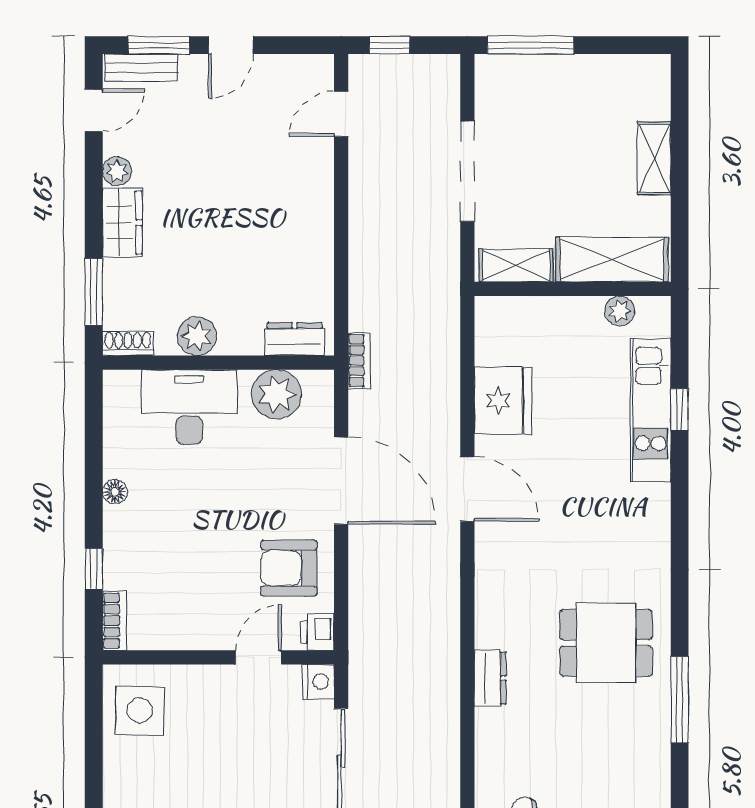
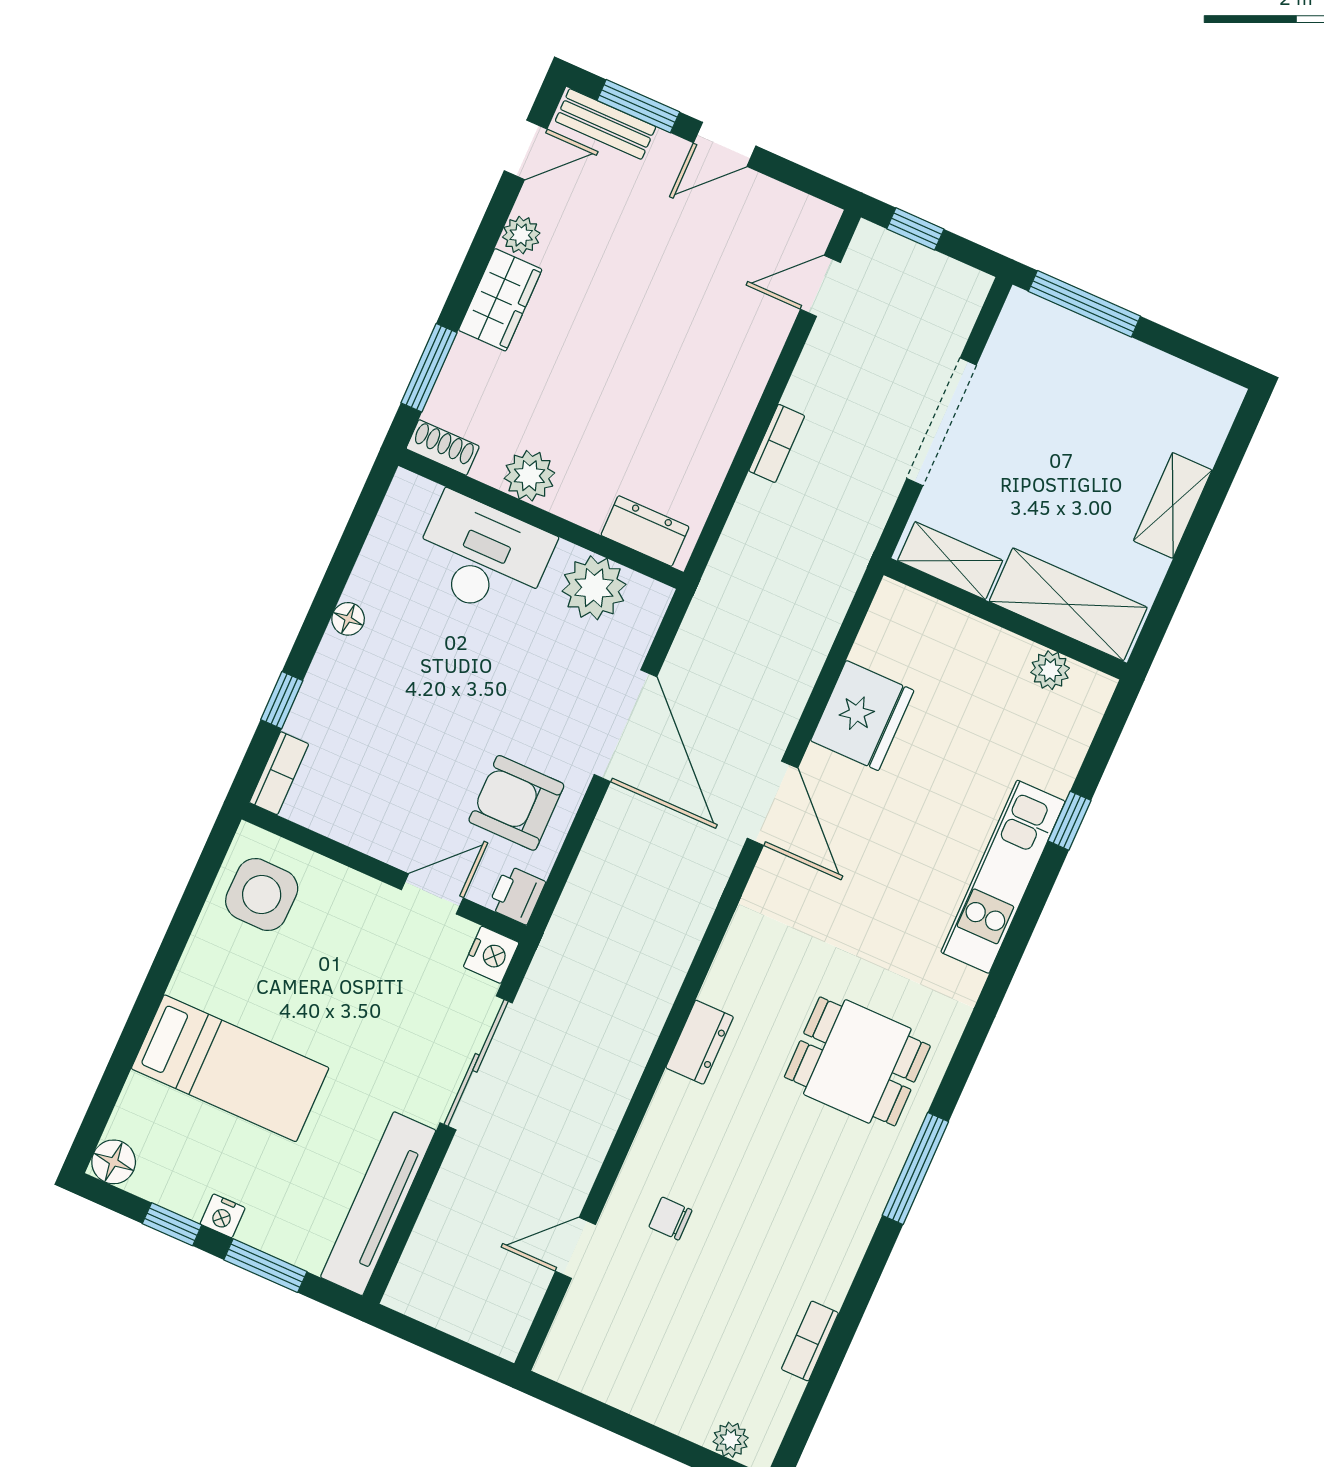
bookcase: (359, 361) -> (777, 443), moved
kitchen unit: (651, 410) -> (1003, 877), moved

